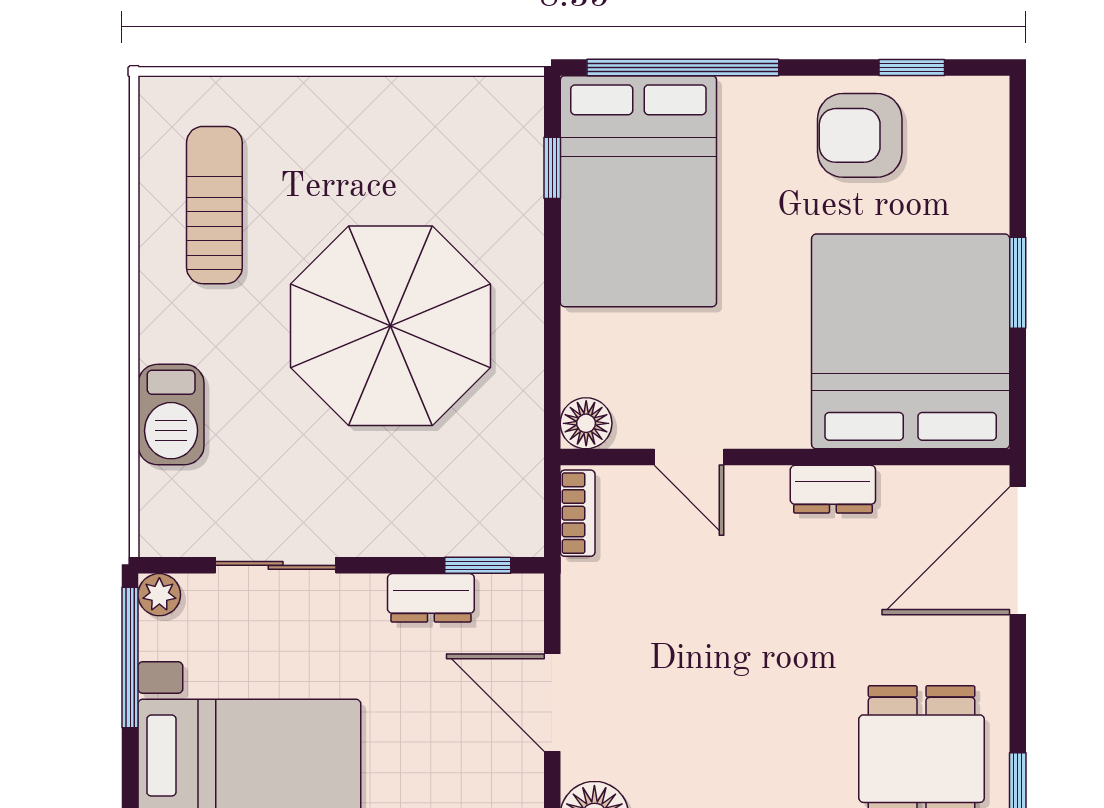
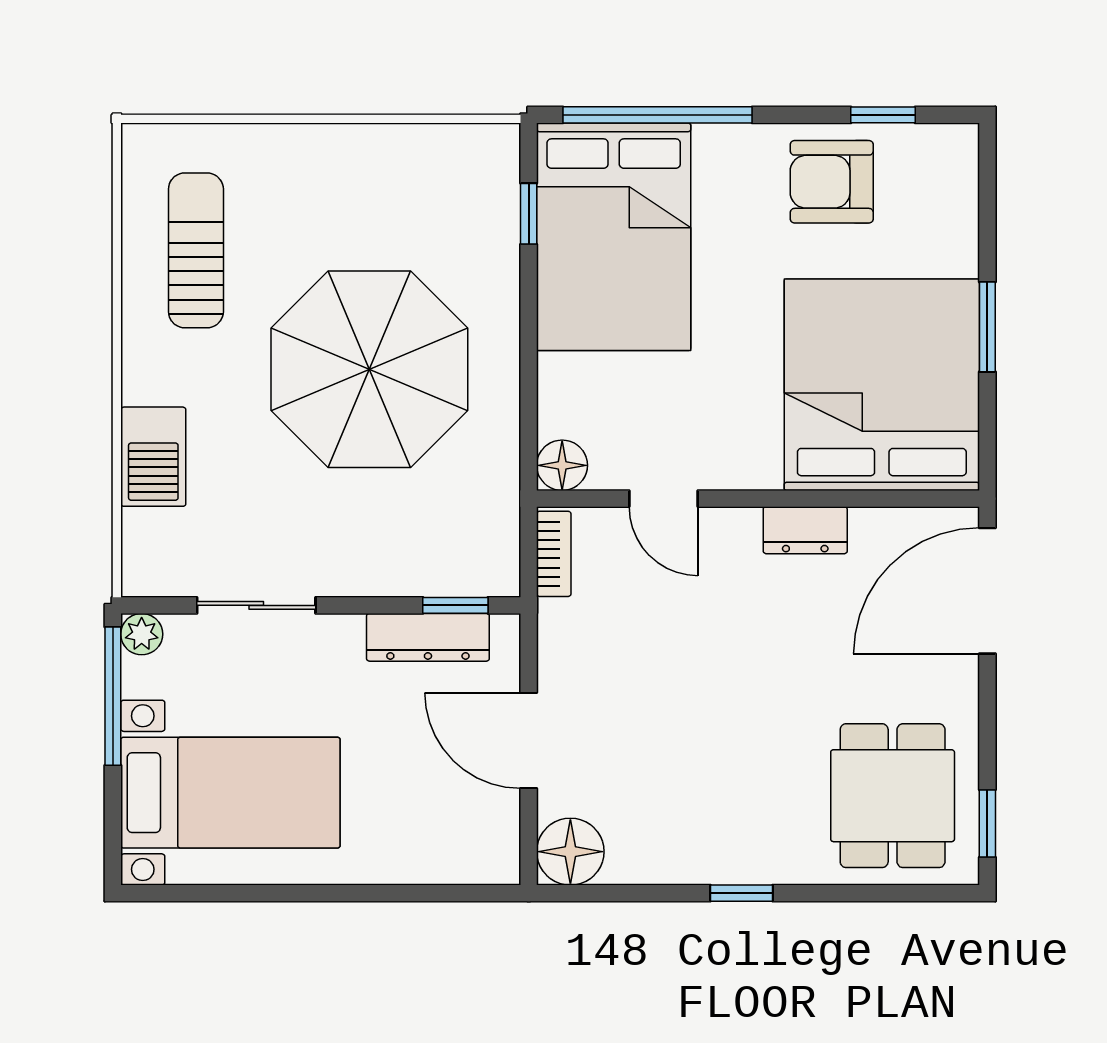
dresser: (431, 598) -> (428, 637), width x1.44

